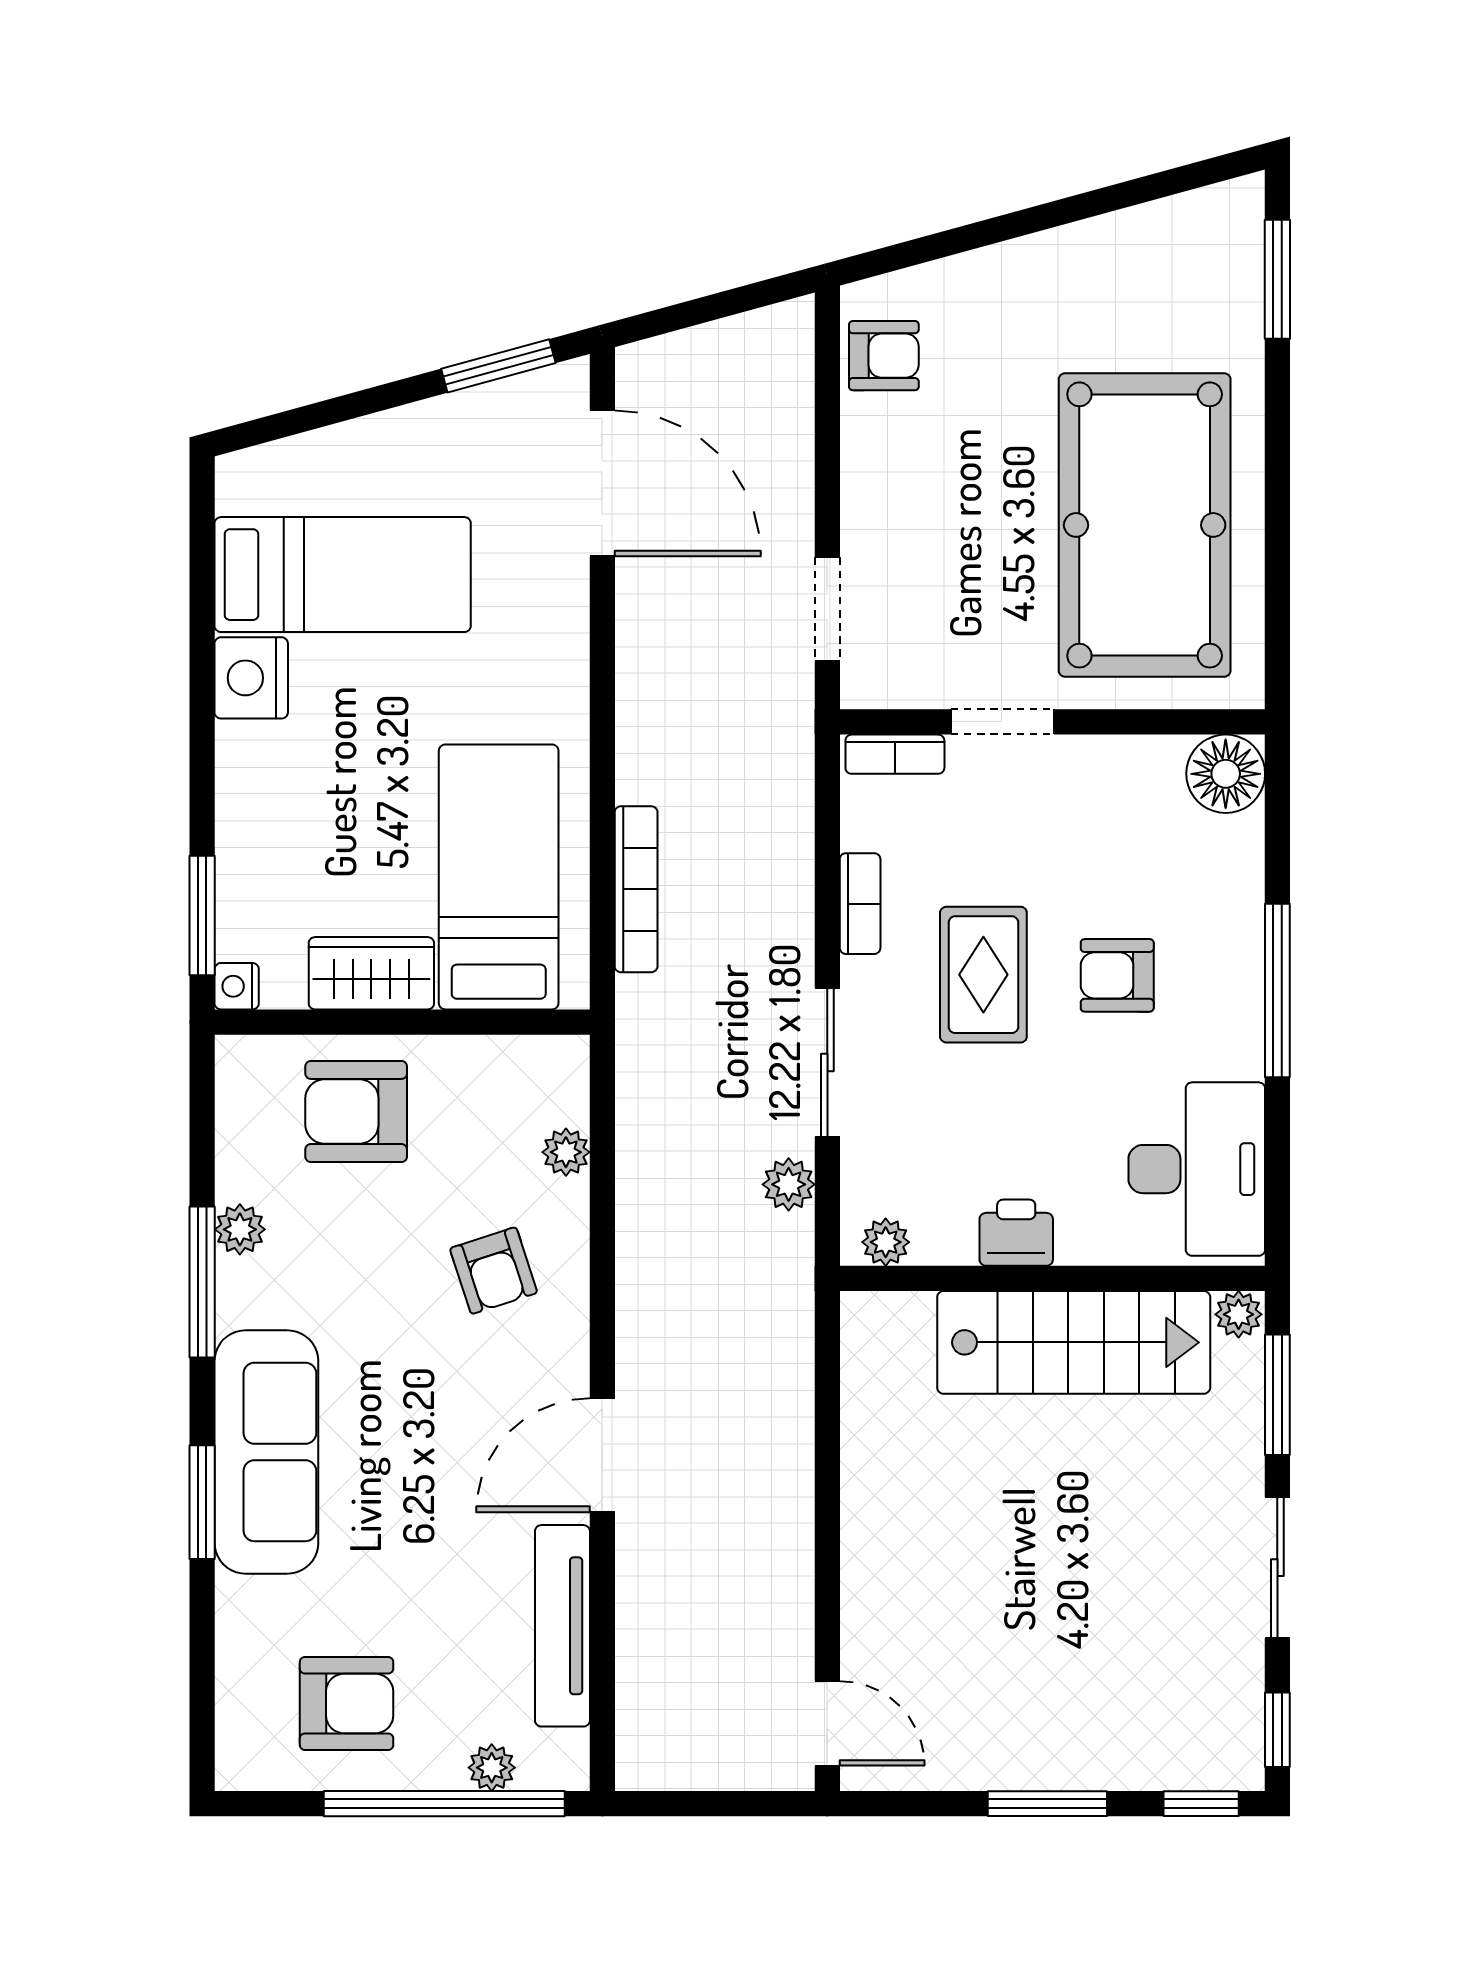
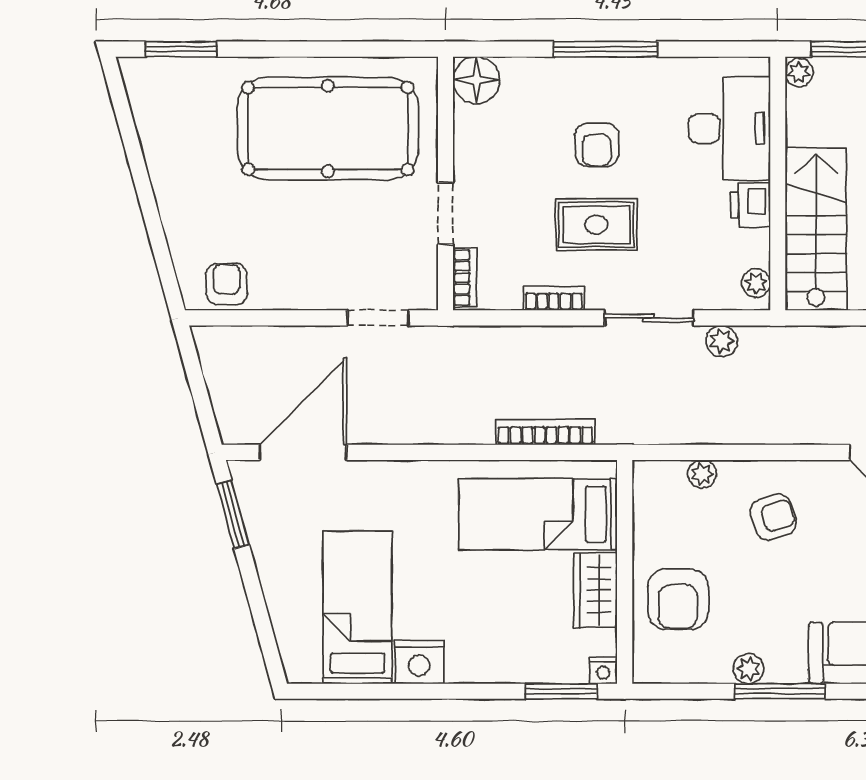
desk: (1197, 1169) -> (730, 128), moved, turned 90
stairs: (1074, 1342) -> (816, 229), moved

